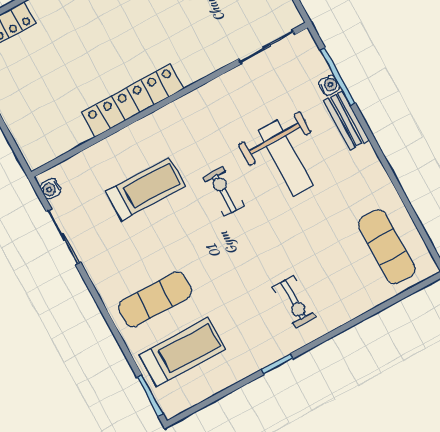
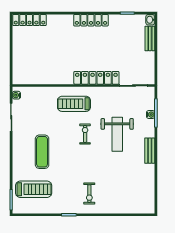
locker: (133, 100) -> (96, 78), moved
bench: (346, 120) -> (150, 151), moved
treadmill: (145, 189) -> (74, 104), moved, turned 180
exercise mat: (387, 247) -> (138, 192), removed
exercise mat: (155, 299) -> (42, 152), moved, turned 90

